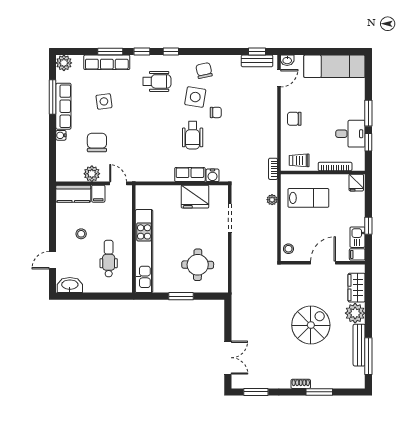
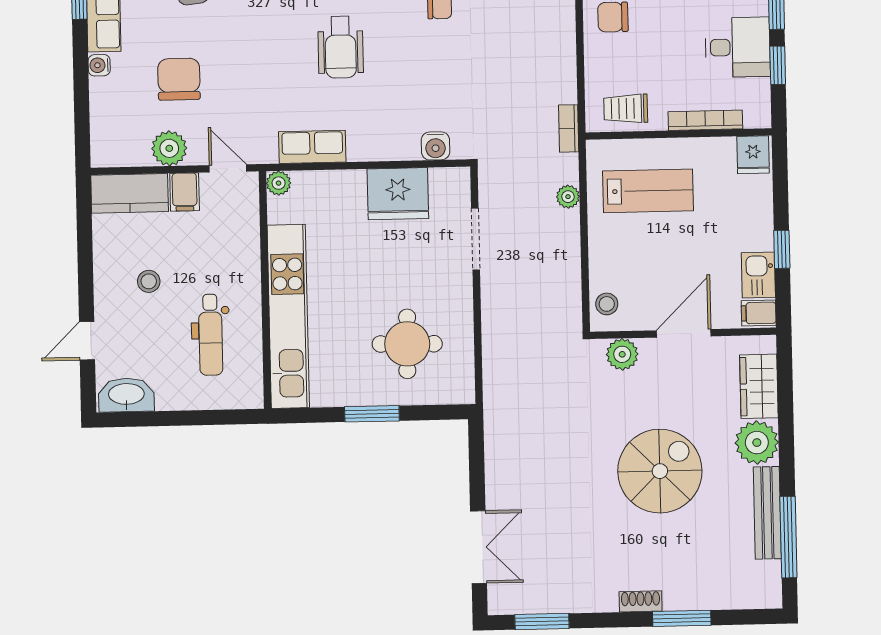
wheelchair: (193, 135) -> (341, 47), moved
row of seats: (190, 175) -> (312, 147), moved
plant: (141, 191) -> (279, 183), added
dental chair: (109, 259) -> (211, 335), turned 180
plant: (295, 272) -> (622, 354), added

